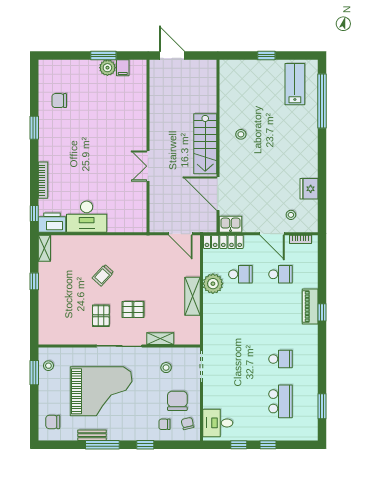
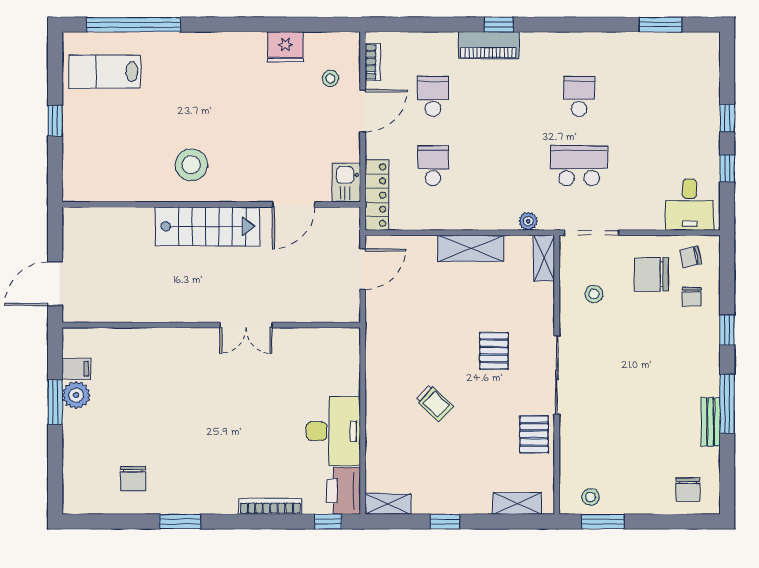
stool: (241, 134) -> (191, 165), width x1.89, depth x1.89
door: (218, 194) -> (294, 204), width x0.73
plant: (213, 284) -> (528, 221), moved, width x0.53, depth x0.53
pallet: (101, 316) -> (534, 434), moved, turned 90
shelving: (45, 323) -> (517, 503), added
shelving: (160, 339) -> (544, 258), moved
grand piano: (101, 391) -> (635, 406), removed
school desk: (280, 401) -> (579, 166), moved

